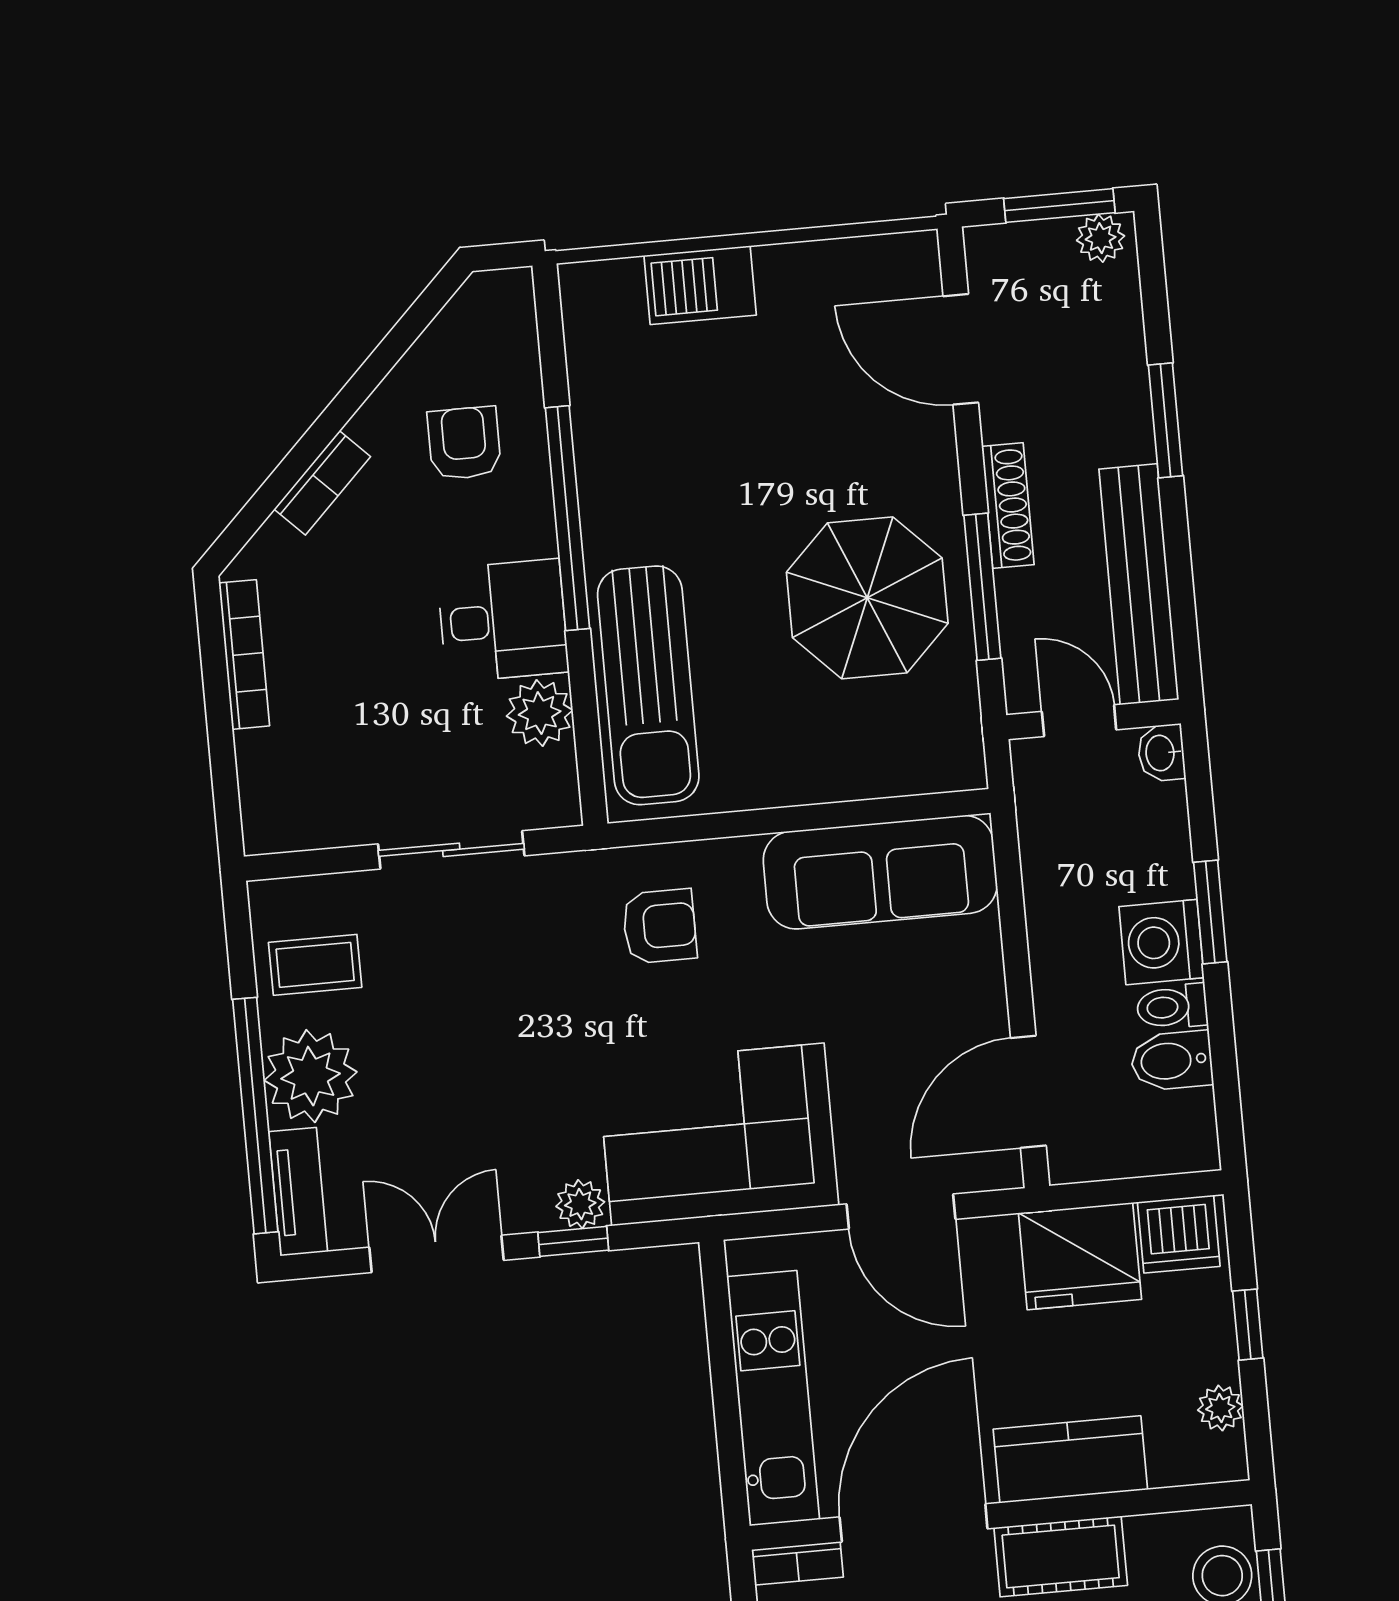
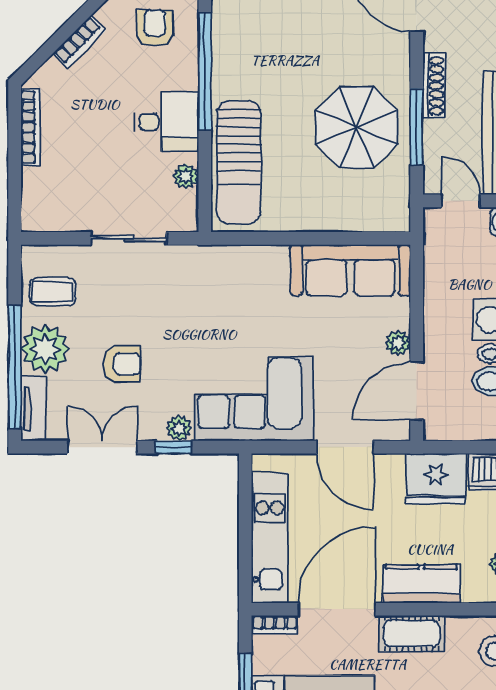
plant: (540, 713) -> (186, 176), width x0.73, depth x0.73
armchair: (659, 926) -> (122, 364), moved
plant: (984, 1003) -> (398, 343), added

